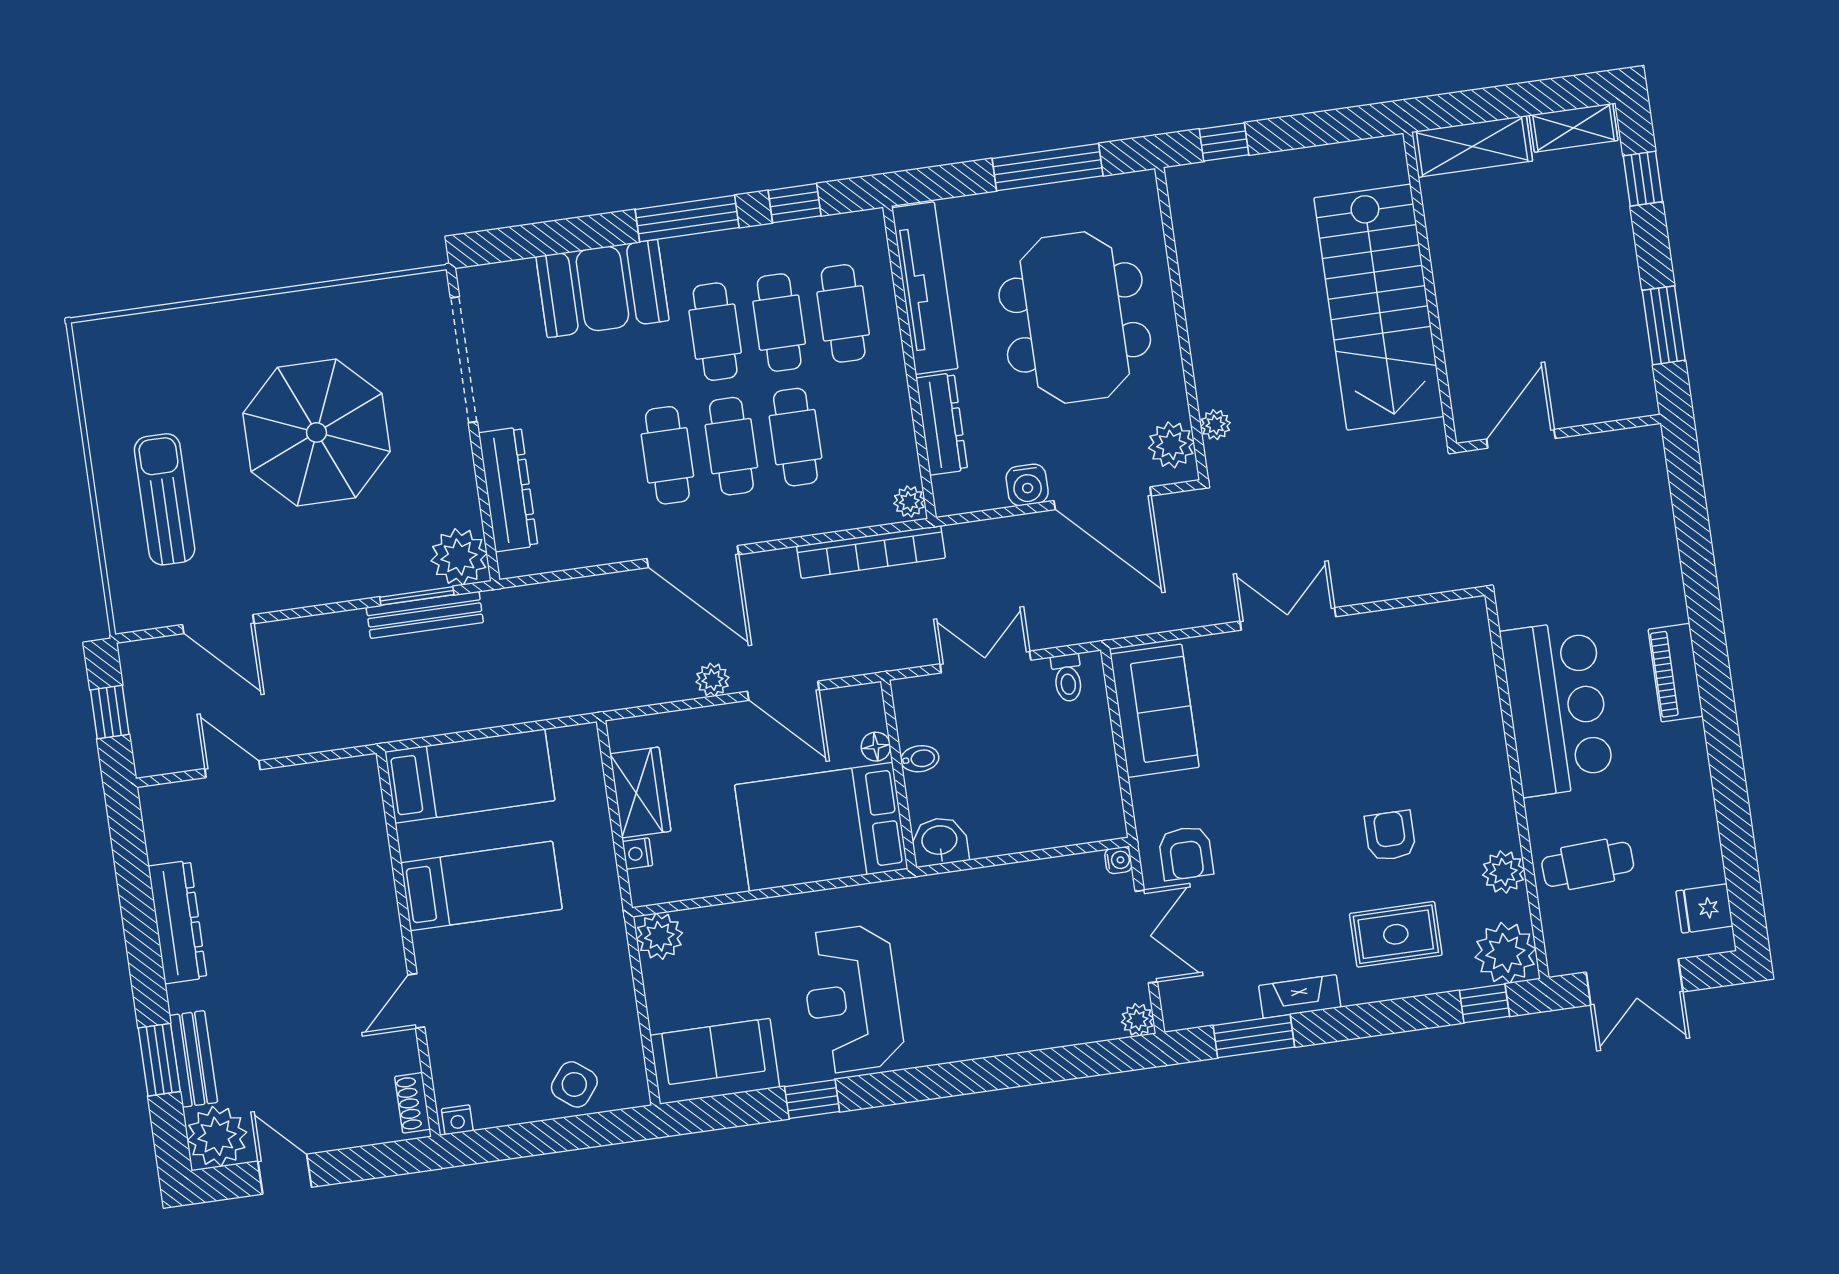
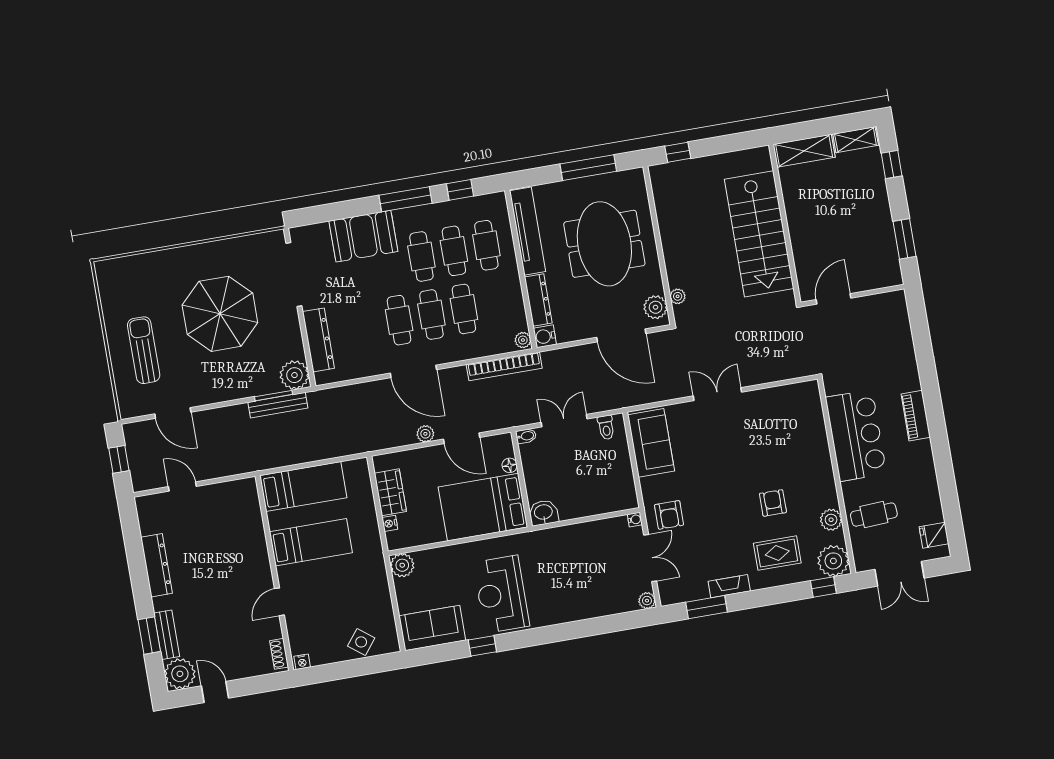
water cooler: (1027, 485) -> (545, 336), moved, turned 90
bidet: (920, 759) -> (526, 436), moved

